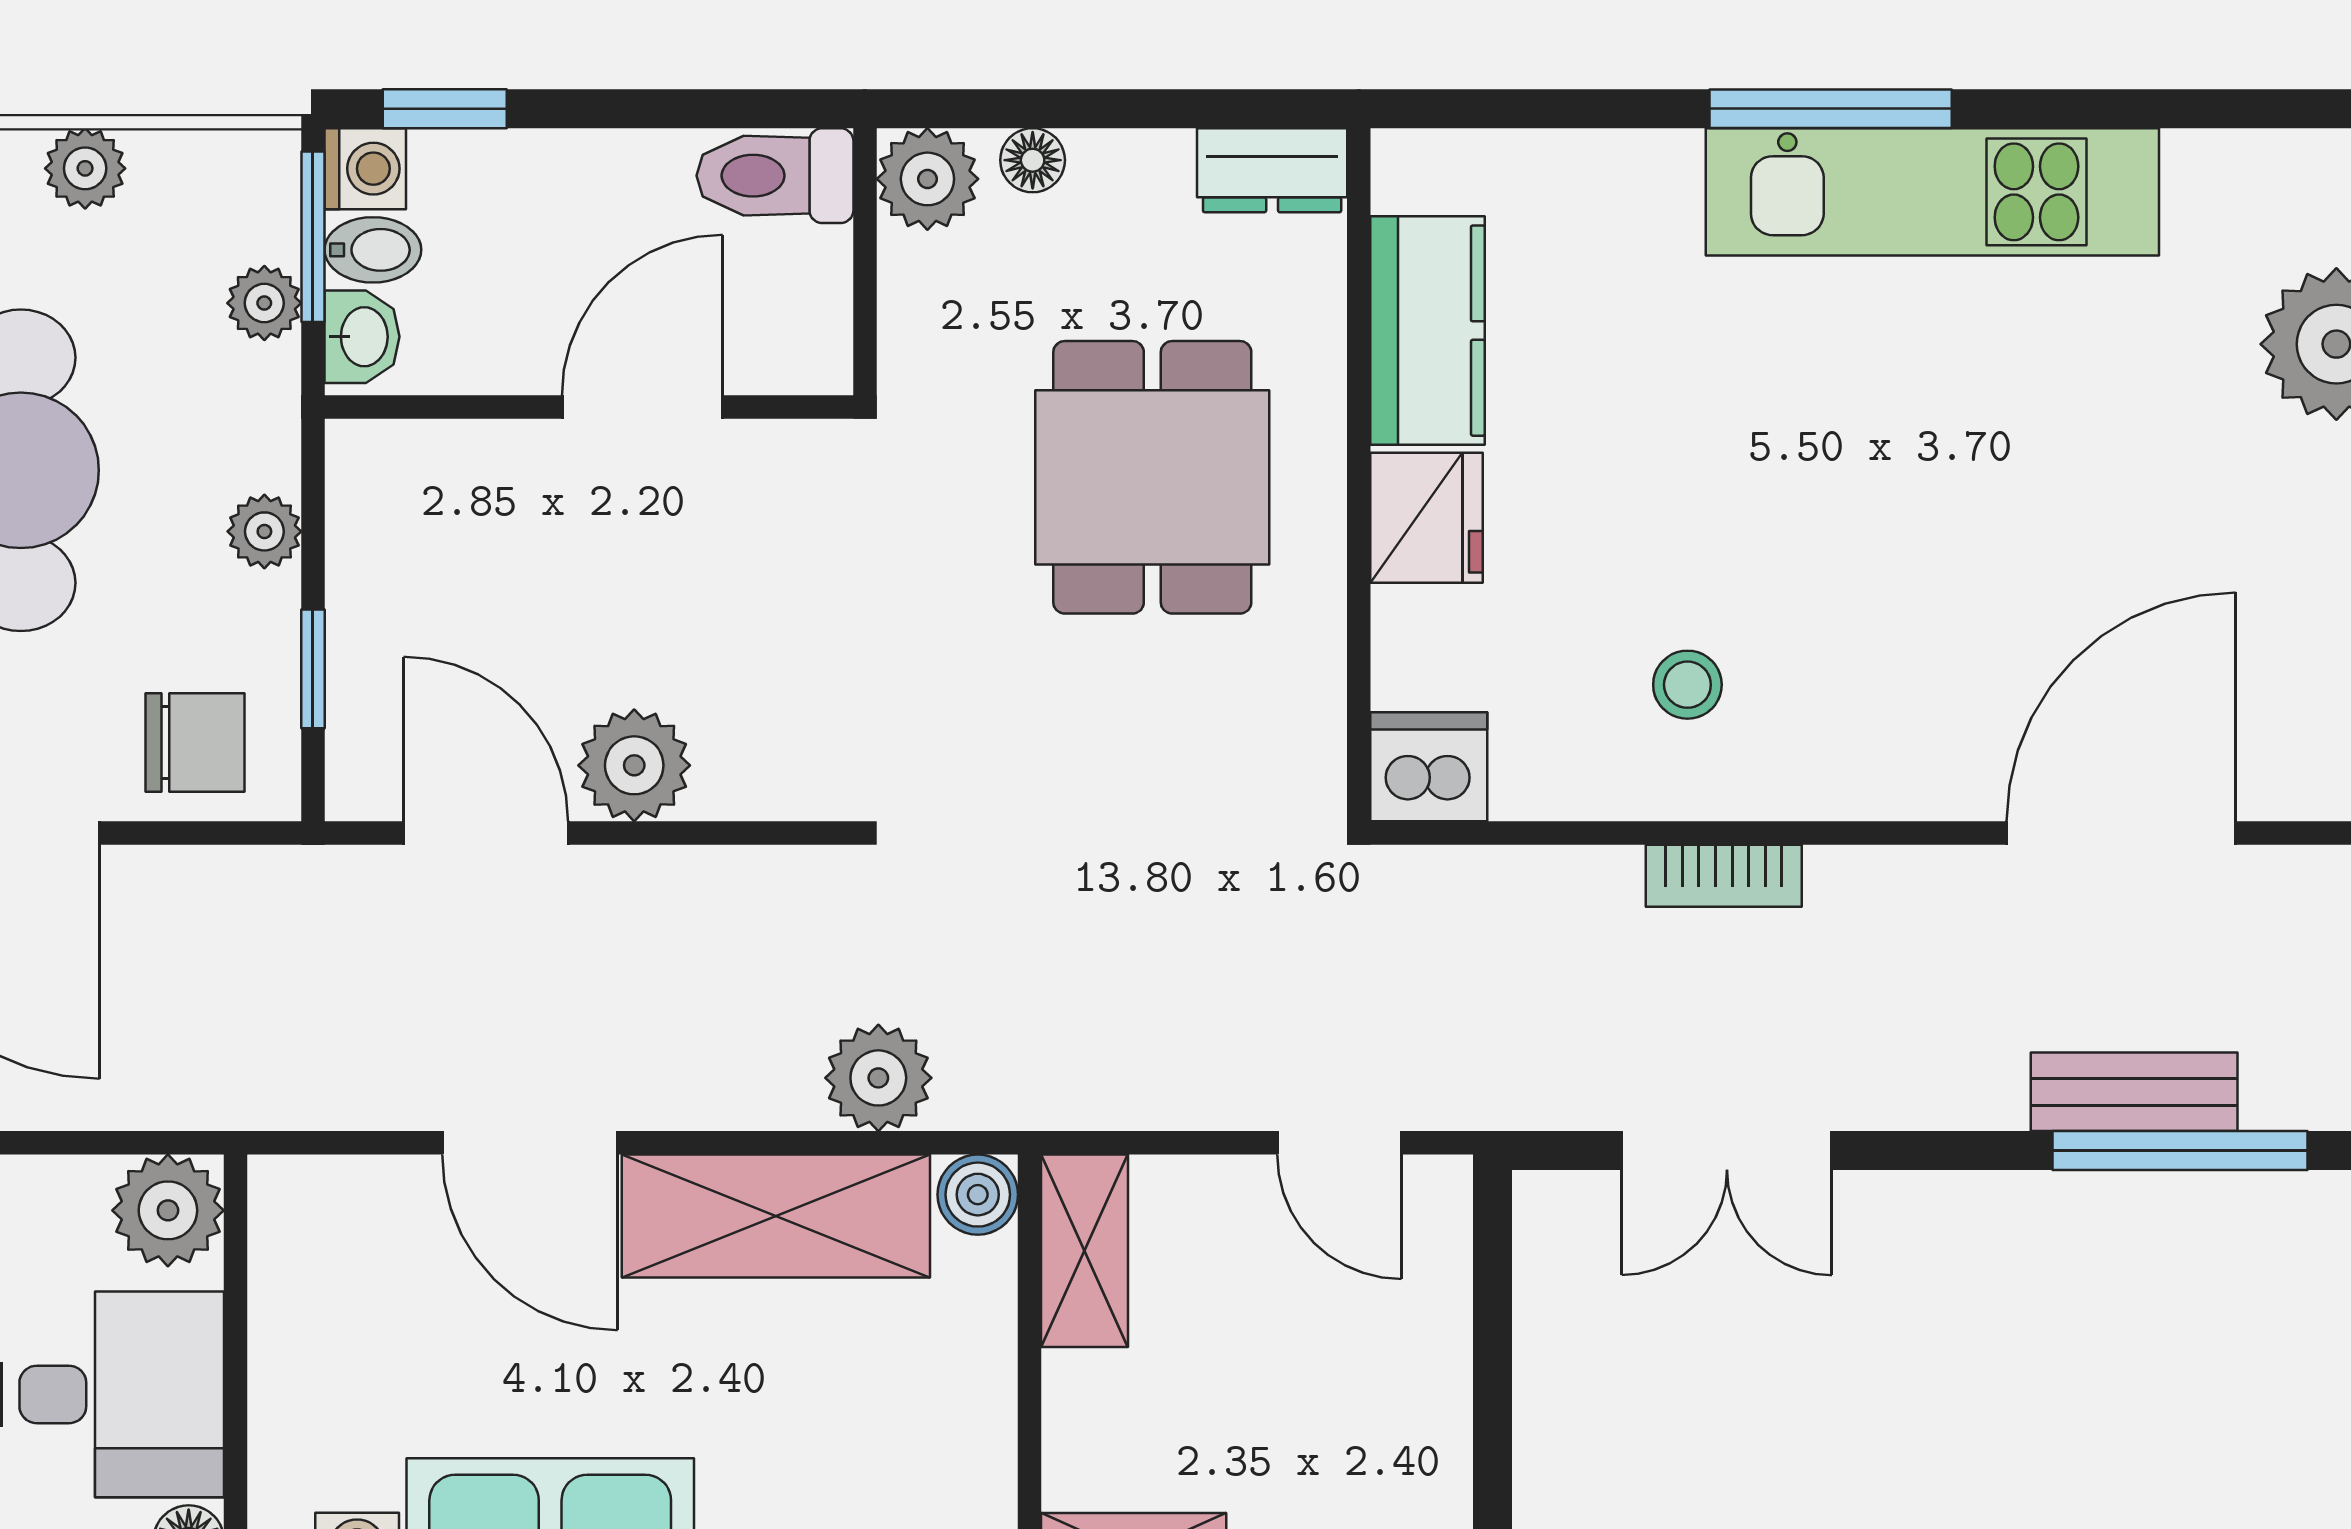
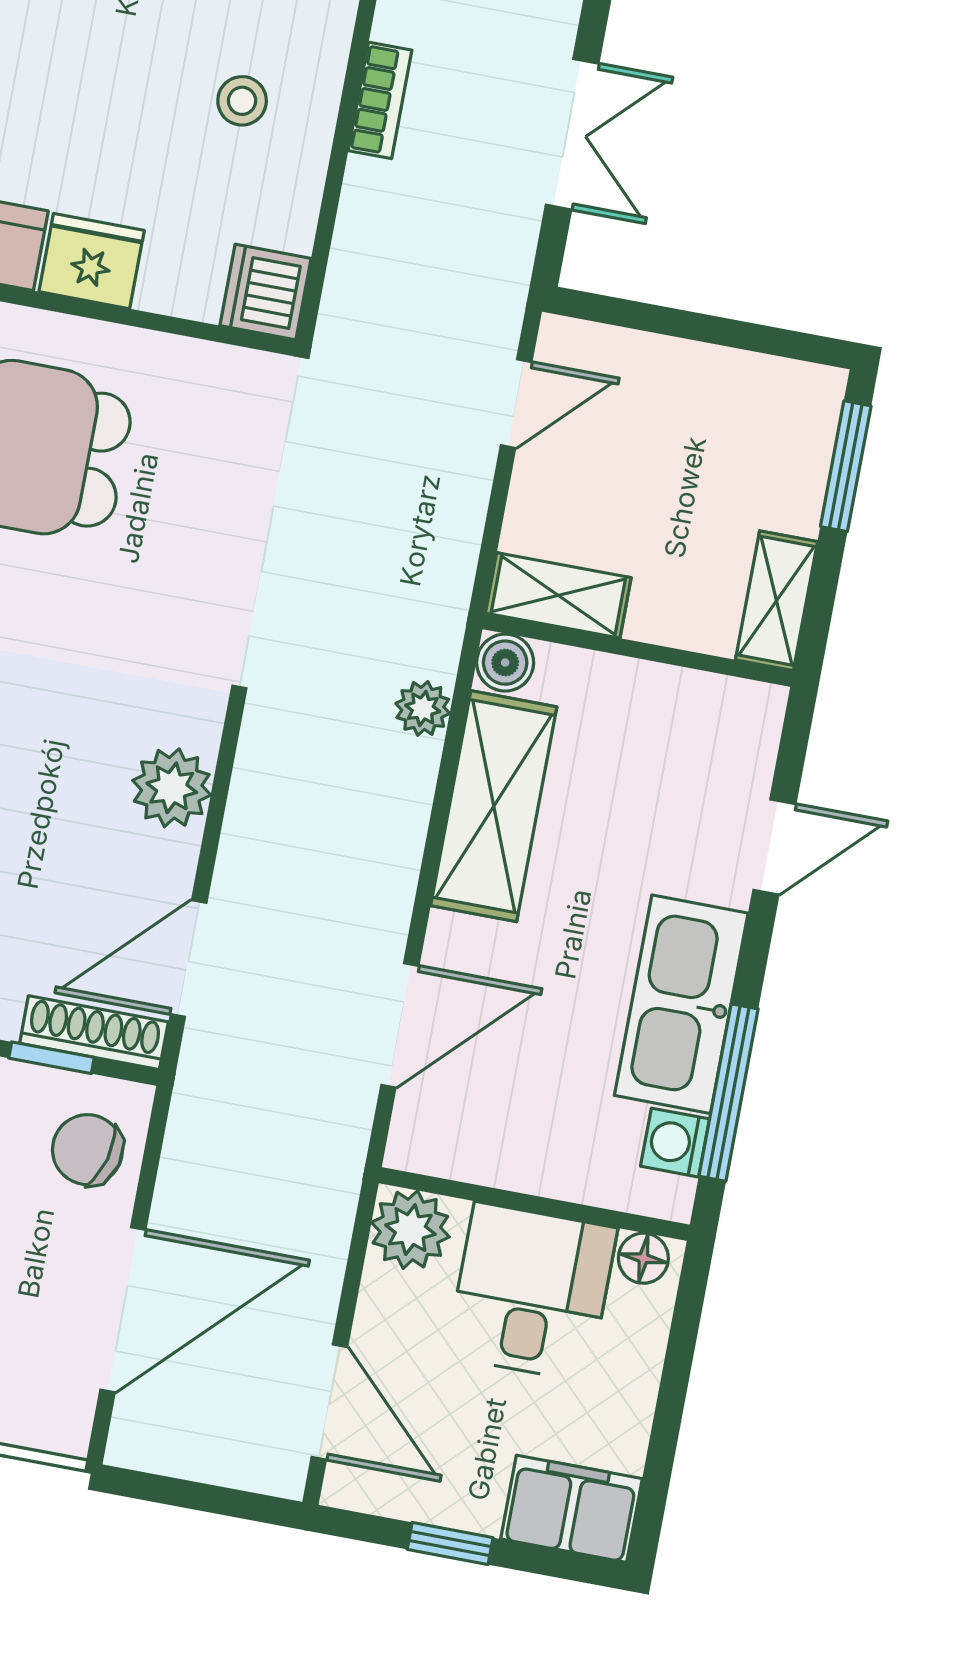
shoe rack: (359, 721) -> (94, 1033), added
chair: (195, 743) -> (88, 1150), turned -75
plant: (634, 765) -> (172, 788), moved
plant: (878, 1078) -> (423, 708), width x0.73, depth x0.73
door: (530, 1143) -> (400, 1025), moved

